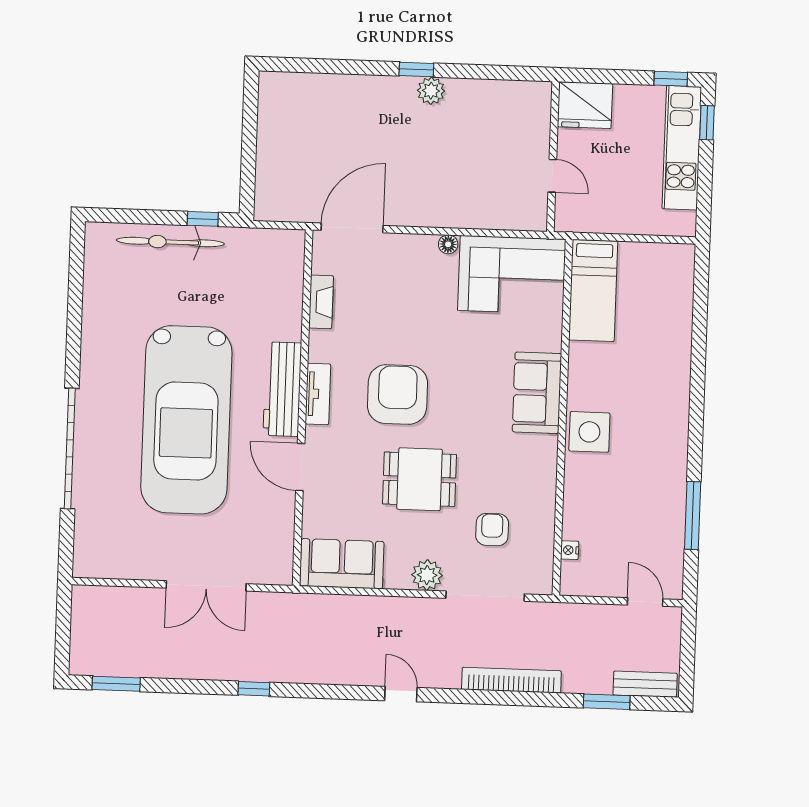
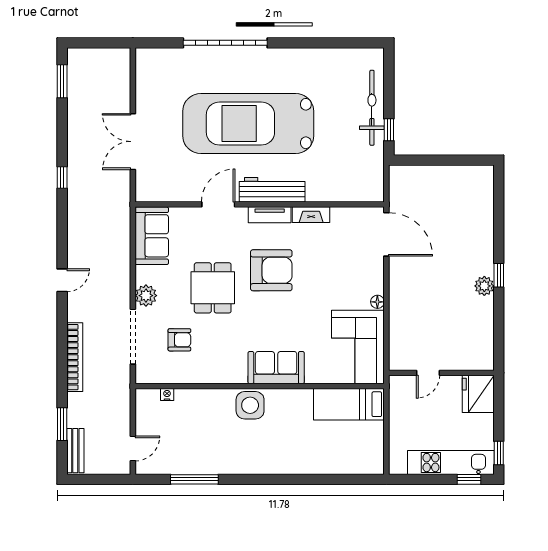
fireplace: (321, 302) -> (311, 215), moved

